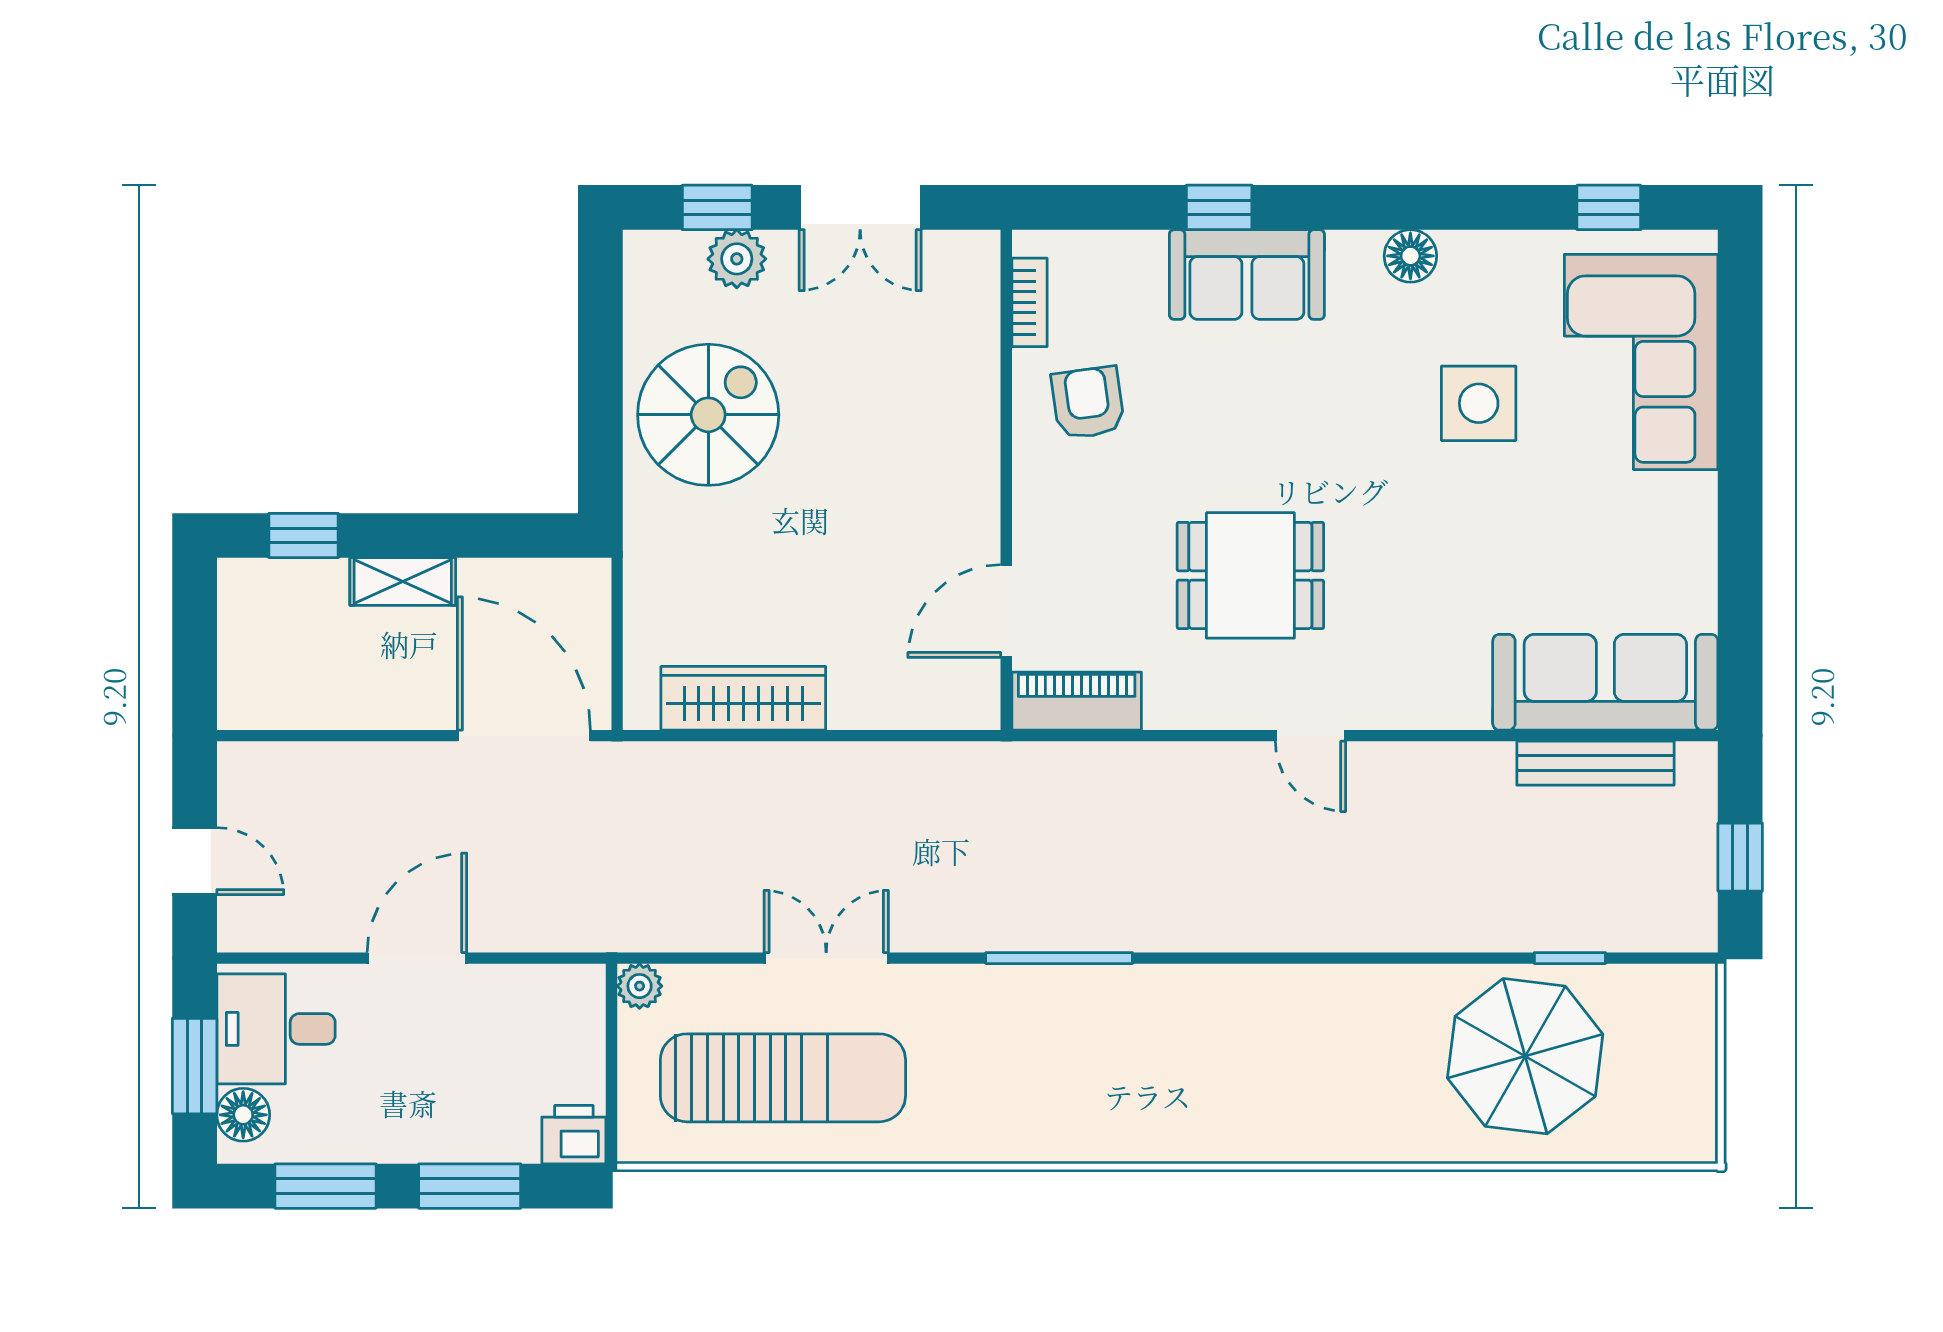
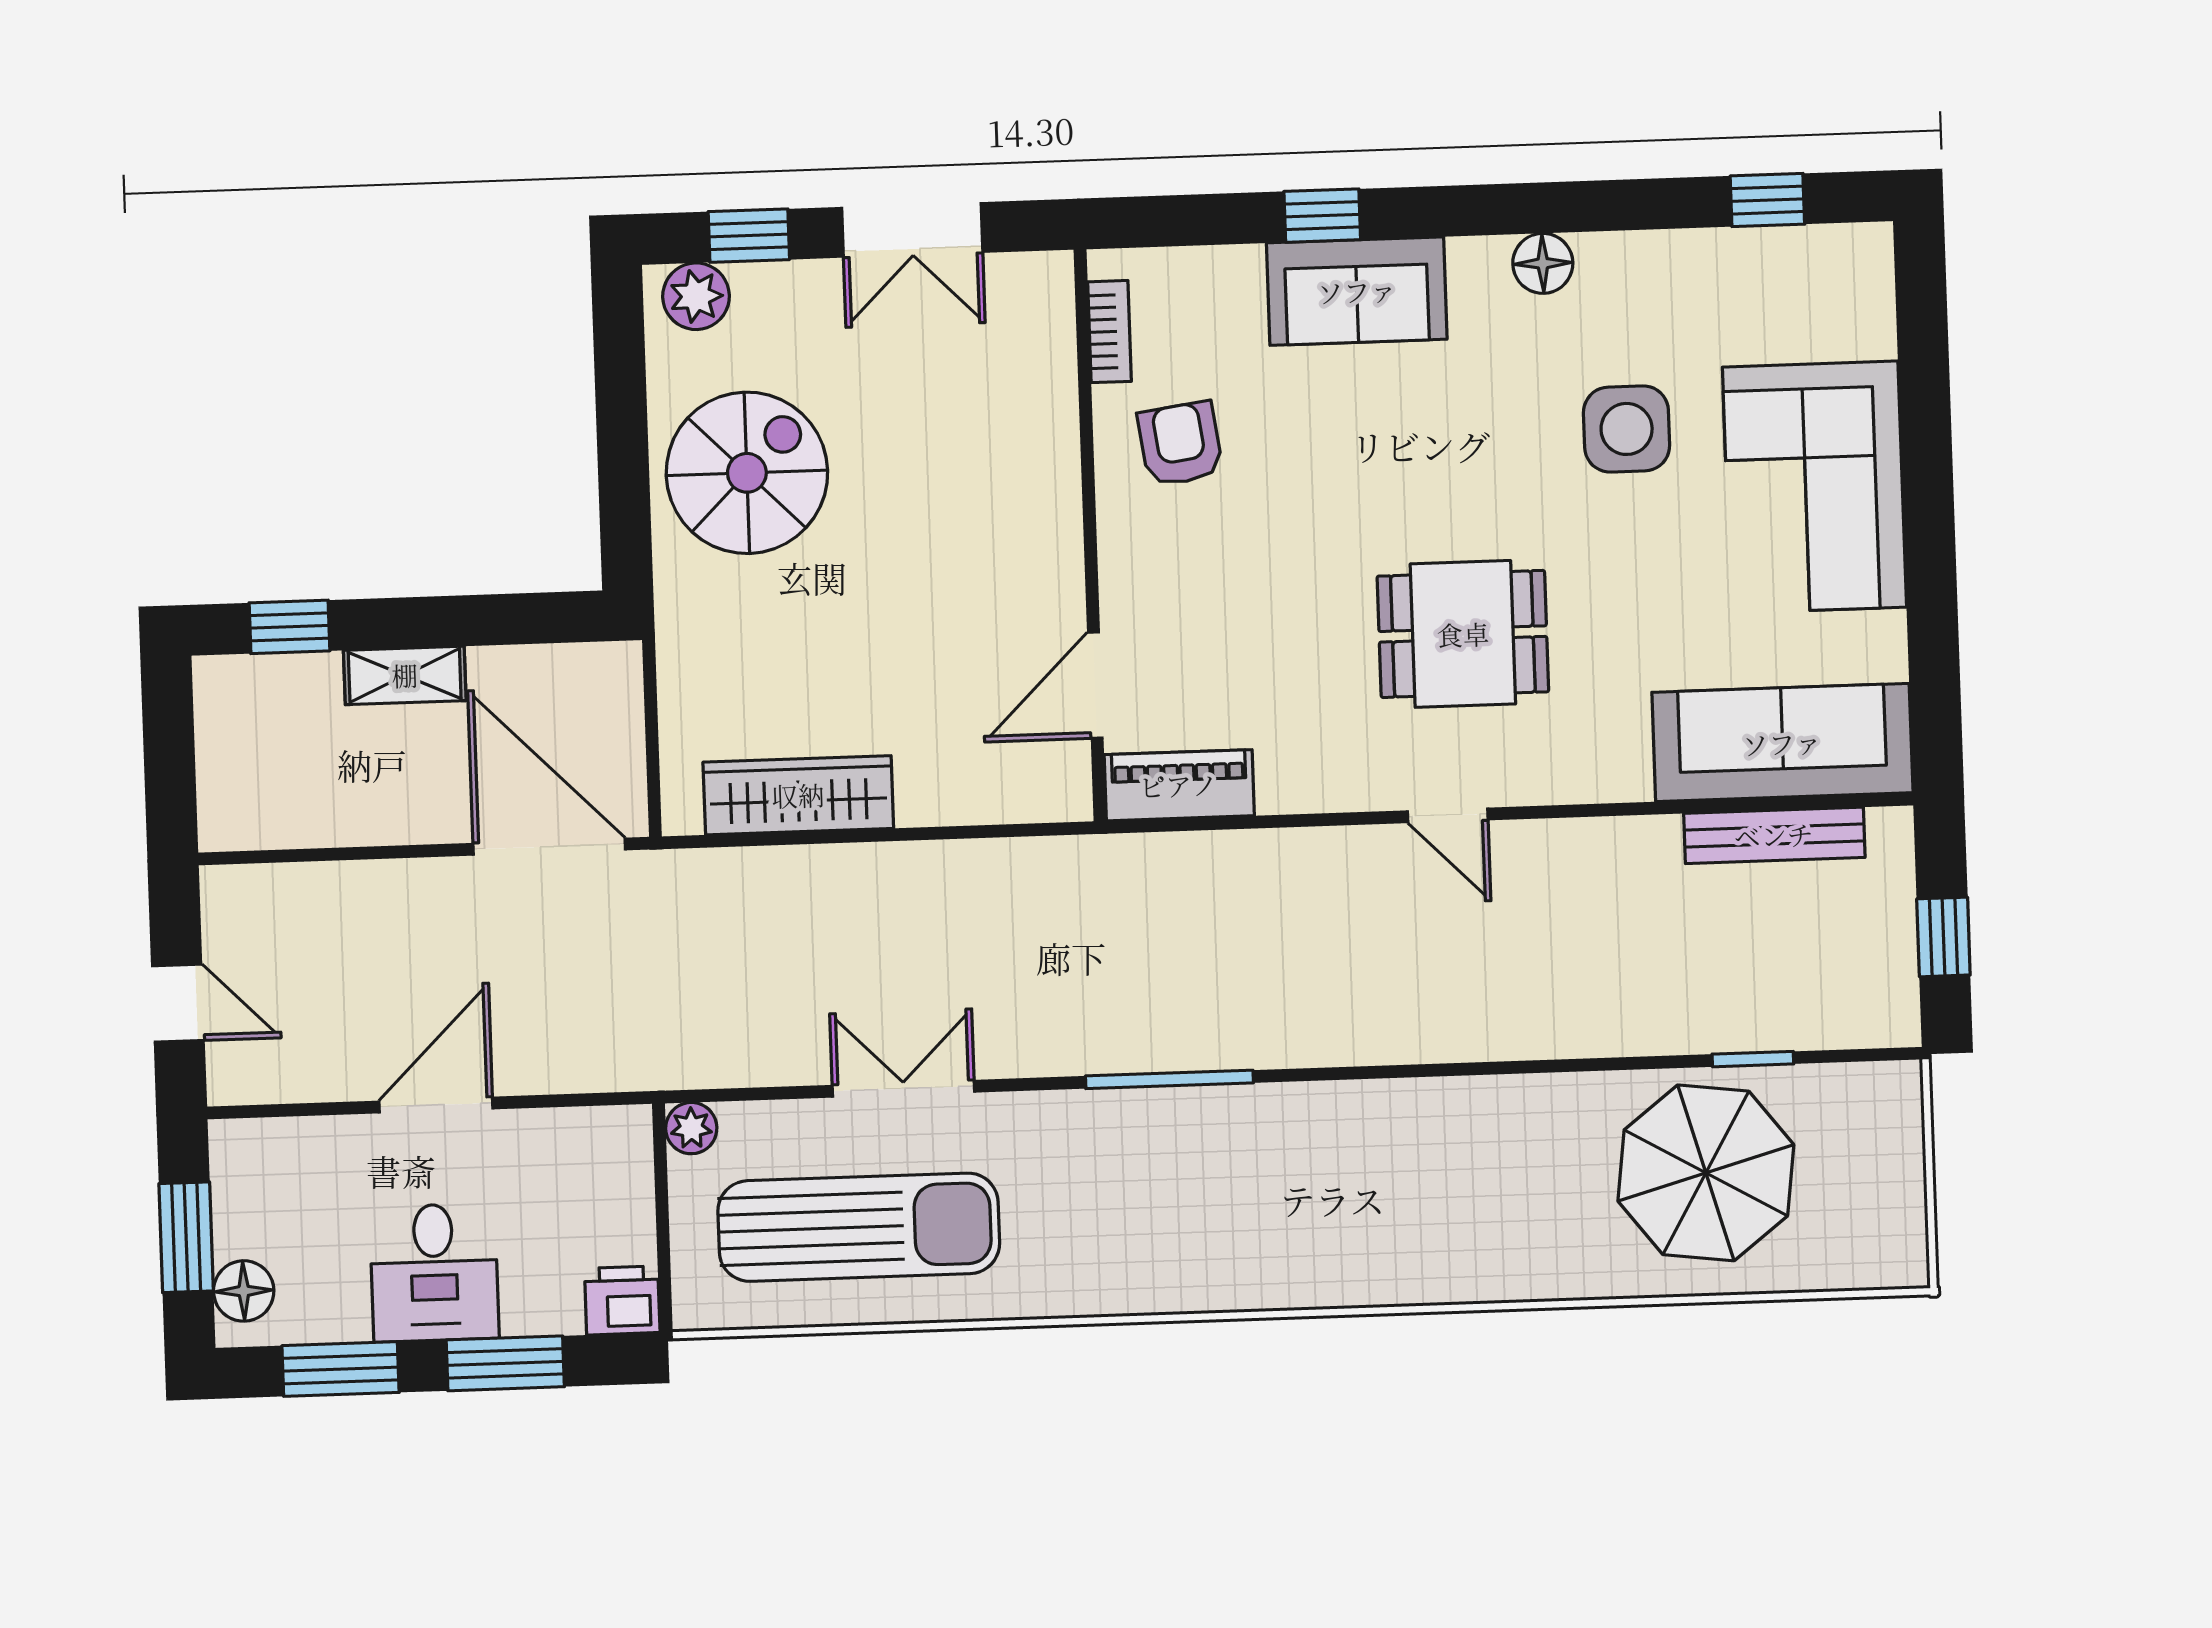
plant: (737, 259) -> (696, 296), moved
corner sofa: (1641, 362) -> (1814, 487), moved
dining table: (1250, 575) -> (1463, 634), moved
desk: (276, 1029) -> (434, 1273), moved, turned -90

